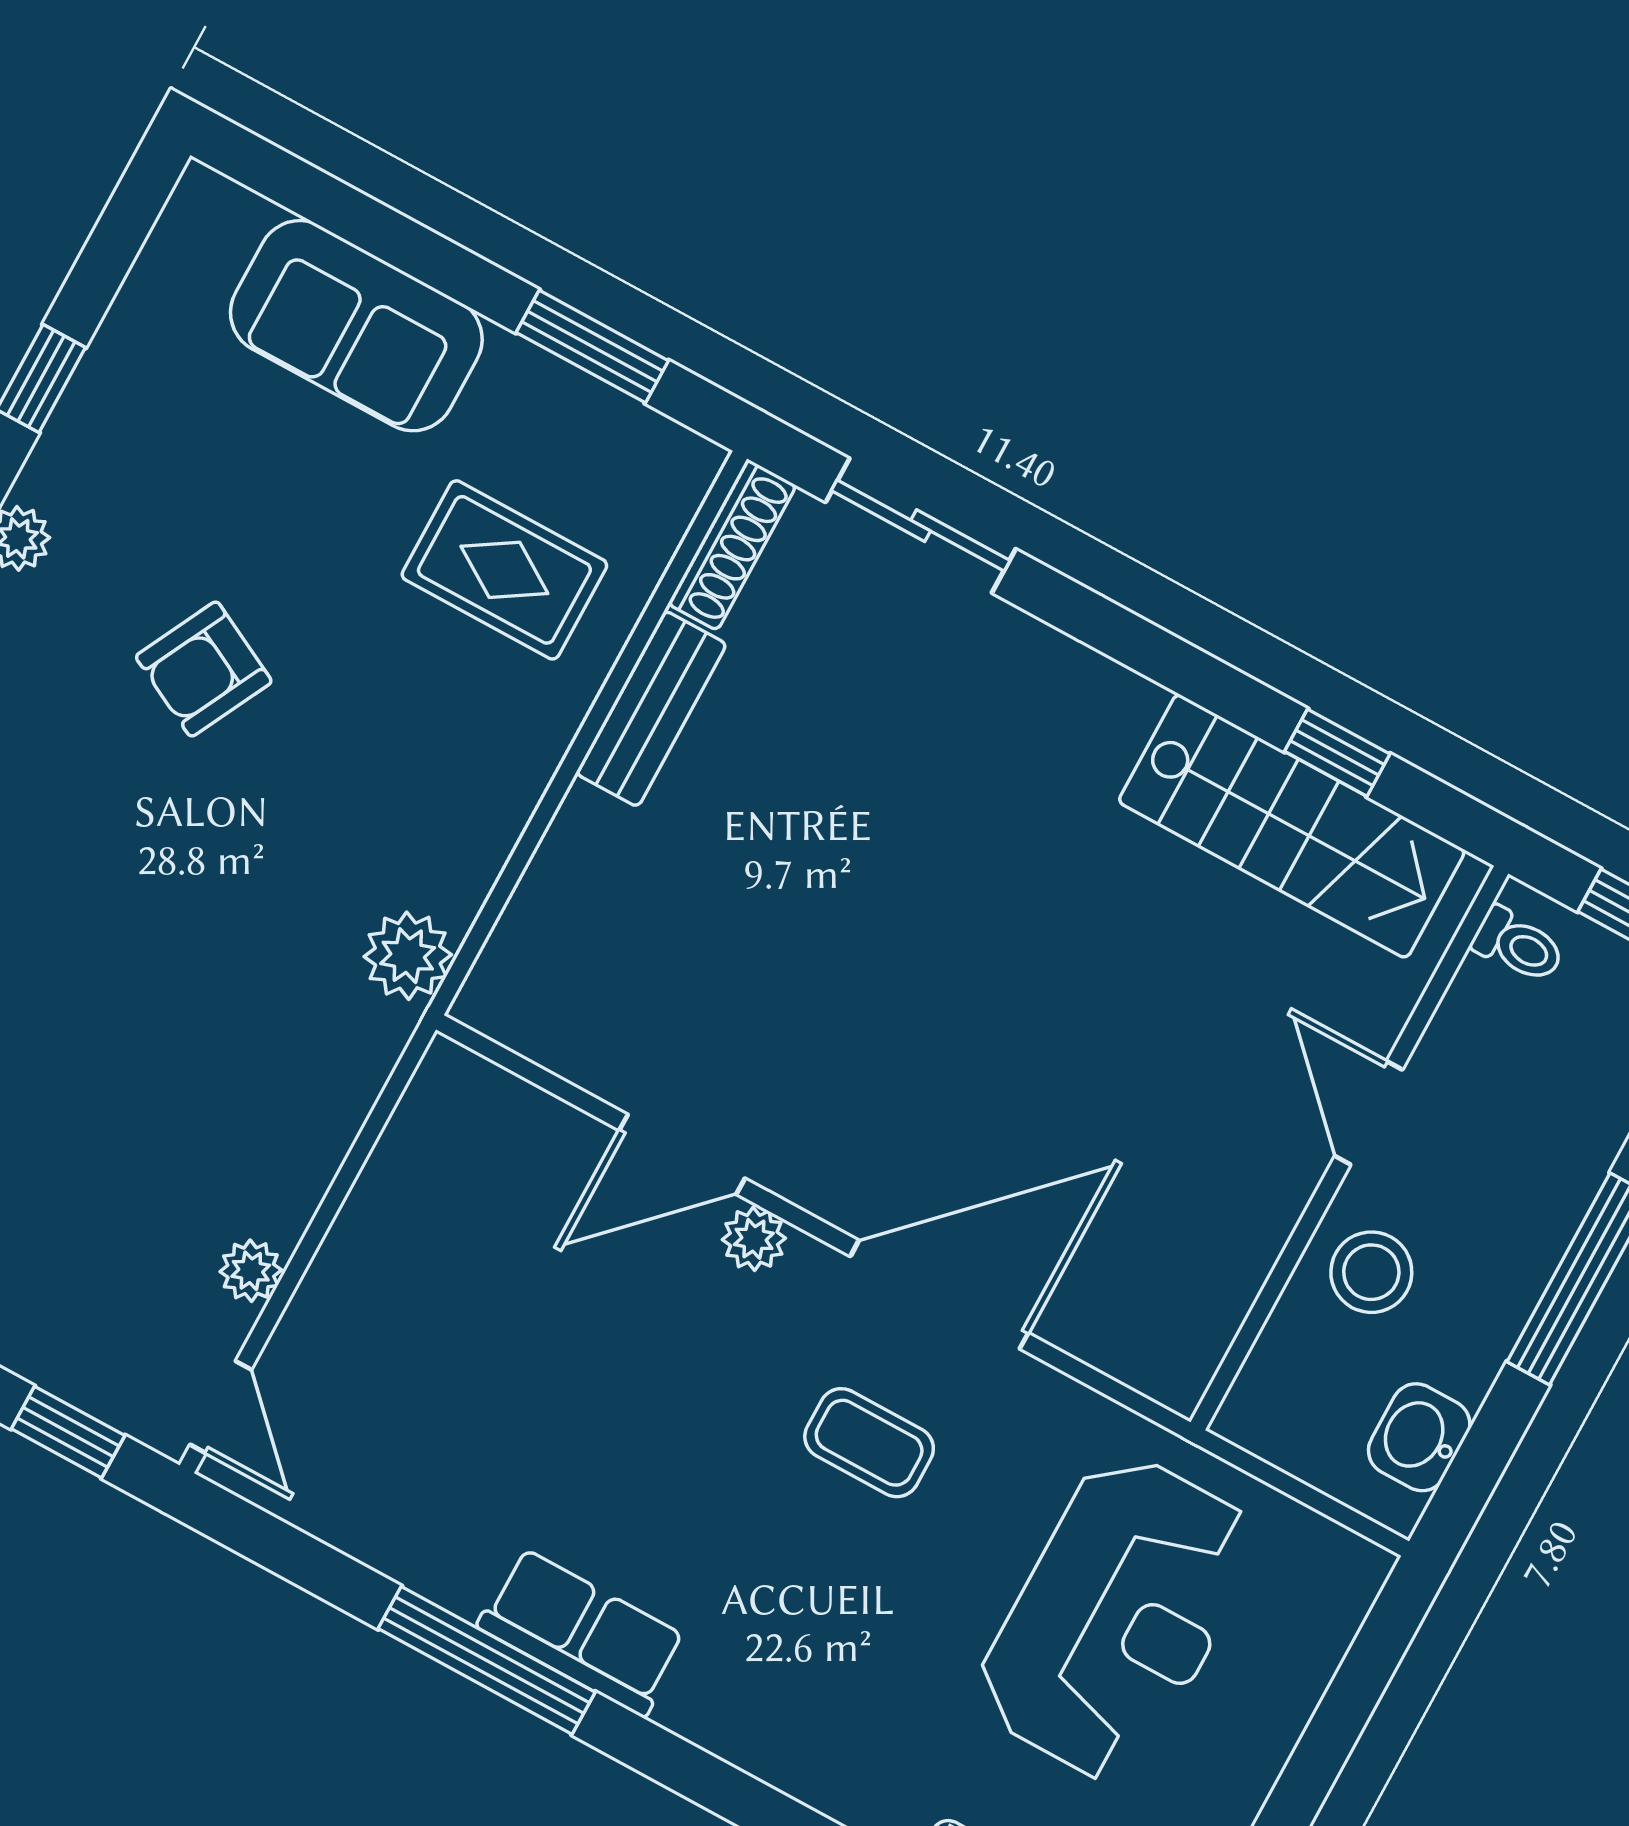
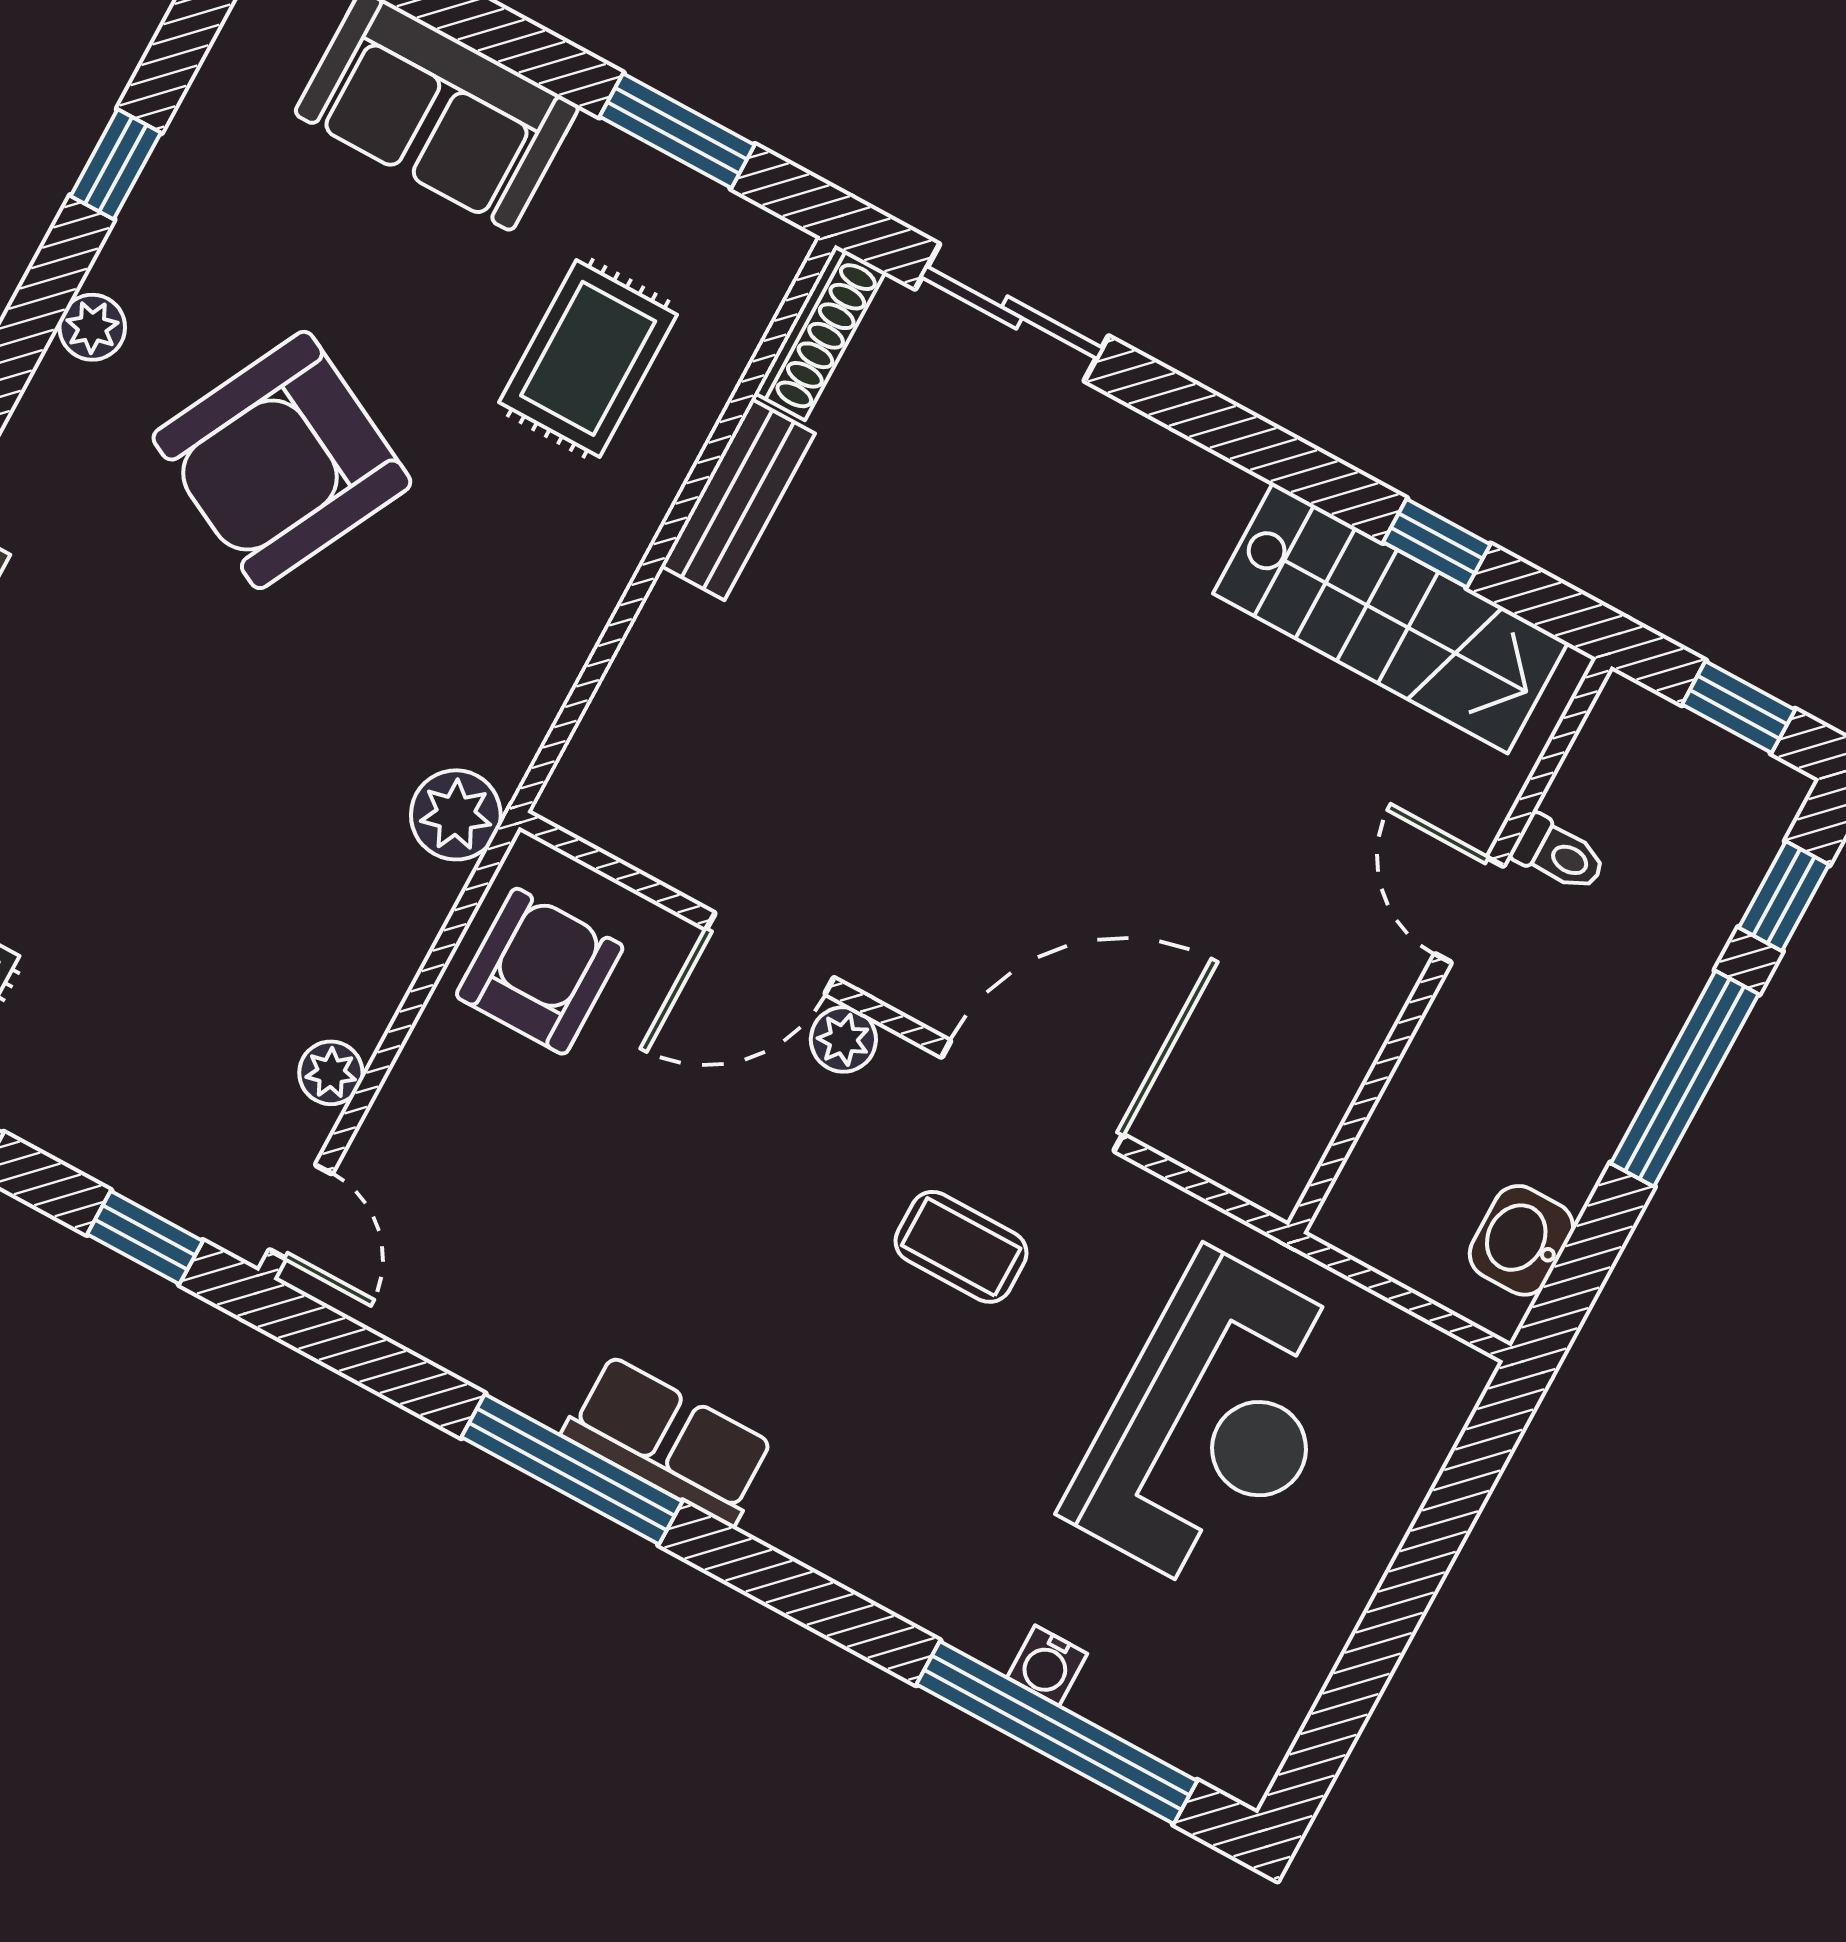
rug: (504, 570) -> (588, 358), turned 90
armchair: (204, 669) -> (282, 460), width x1.88, depth x1.88
toilet: (1518, 945) -> (1559, 854), moved
plant: (408, 956) -> (456, 815), moved
armchair: (456, 1171) -> (540, 971), added
stool: (1371, 1272) -> (1472, 1072), removed

